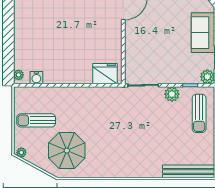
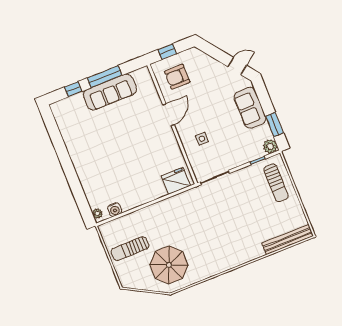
side table: (146, 44) -> (202, 139), added
plant: (172, 94) -> (244, 175), removed
plant: (21, 153) -> (128, 283), removed

